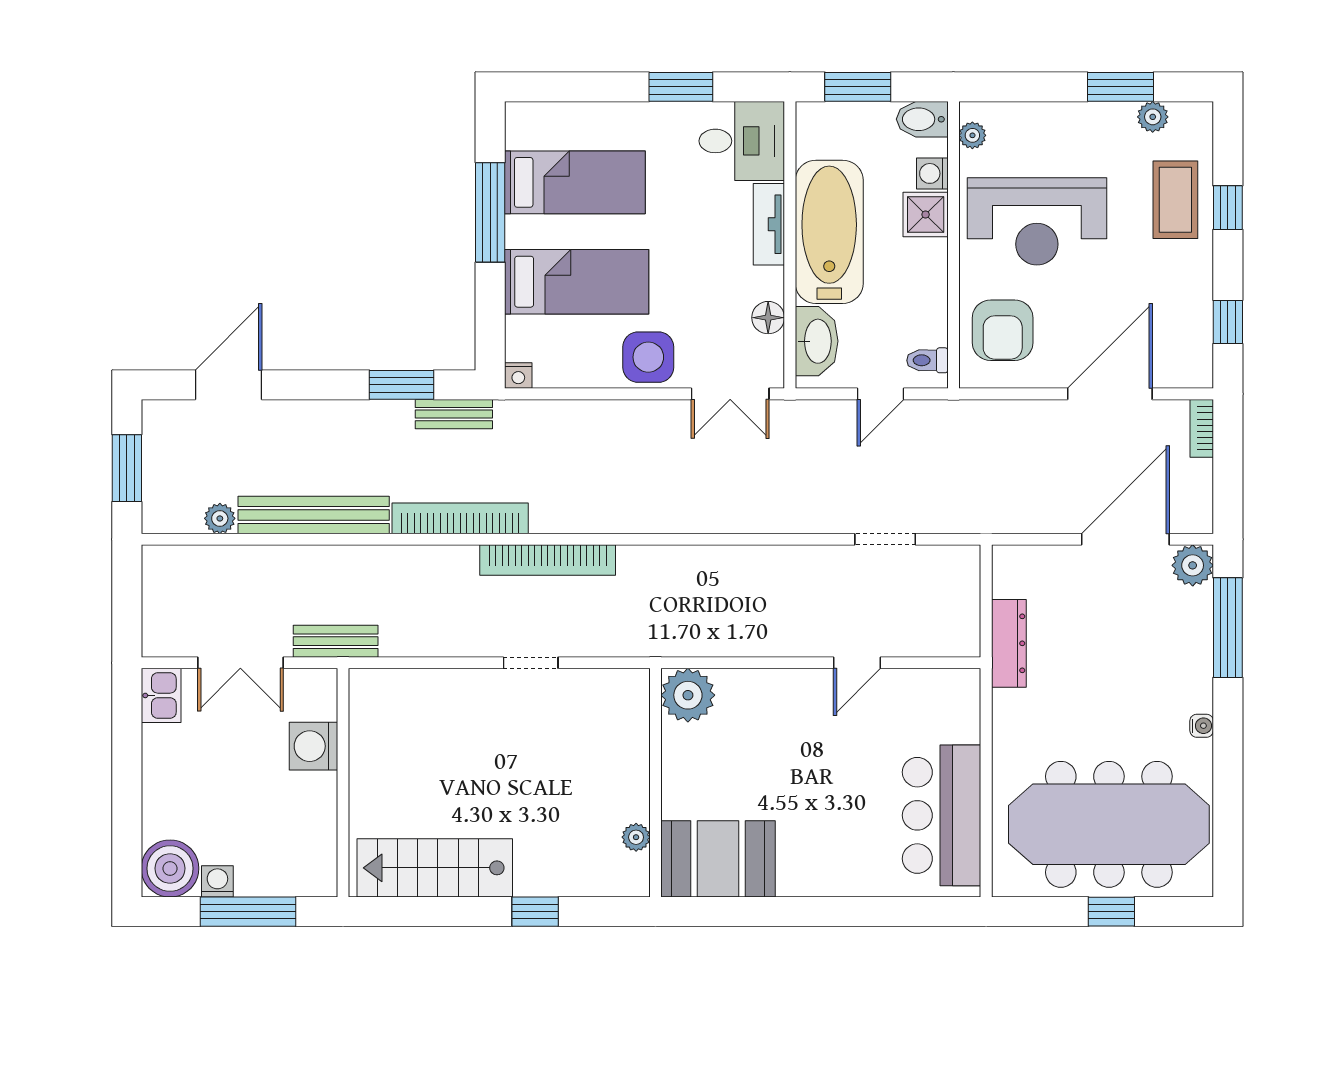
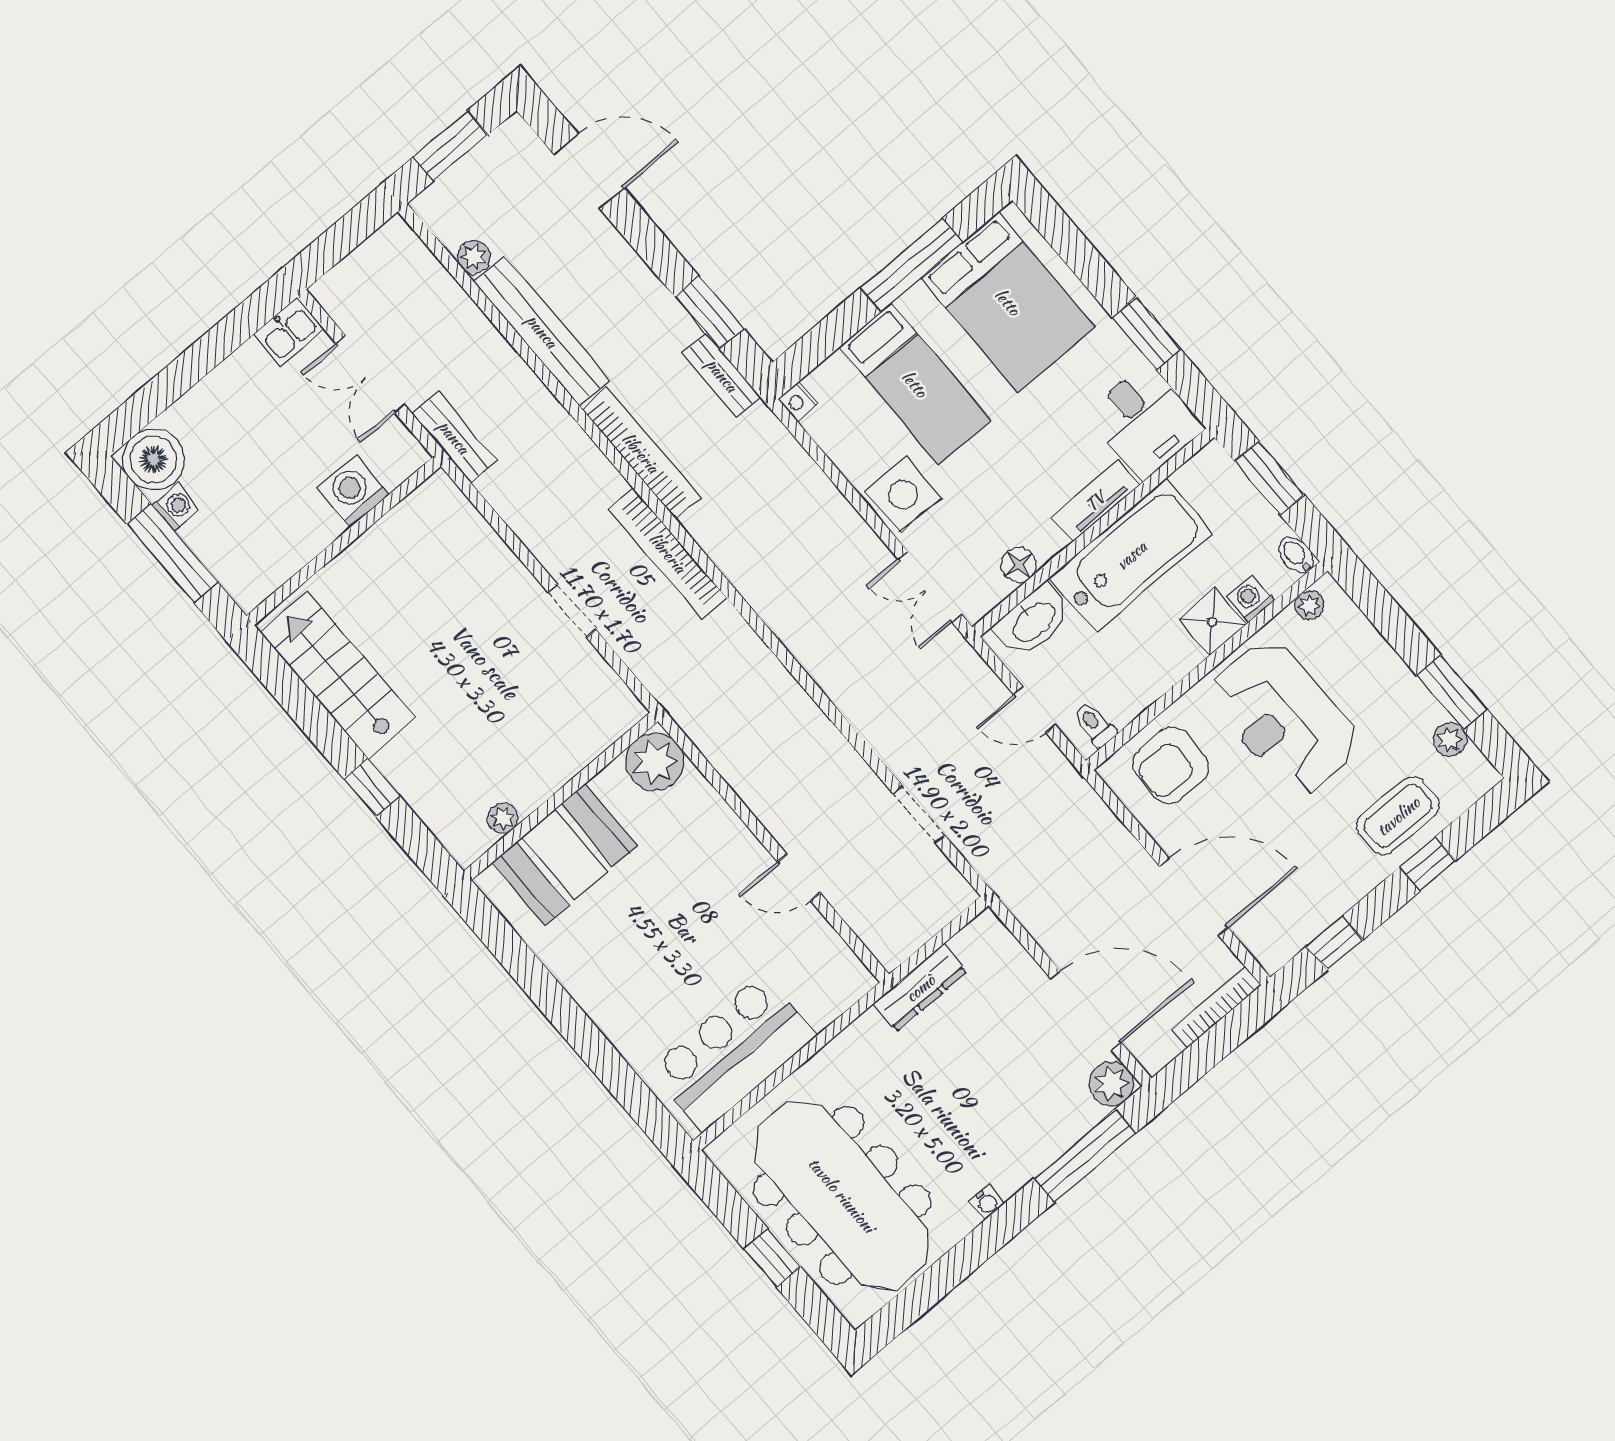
bidet: (922, 119) -> (1296, 555), width x0.72, depth x0.74
bed: (575, 182) -> (1008, 302), width x1.50
bookcase: (1202, 428) -> (1216, 1007), width x1.56
booth: (718, 859) -> (565, 854), moved, turned 90

